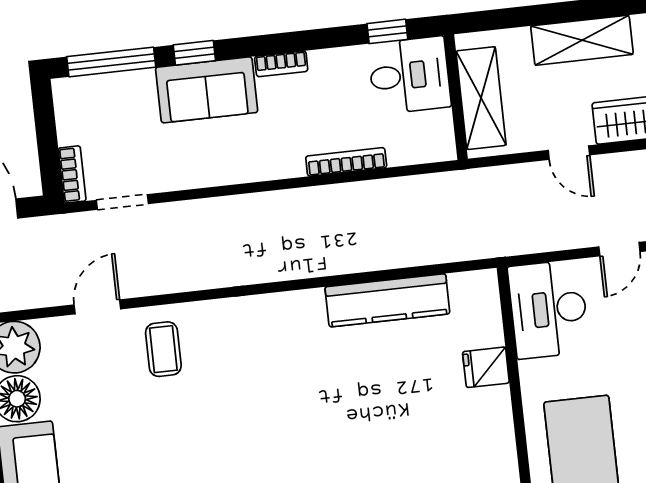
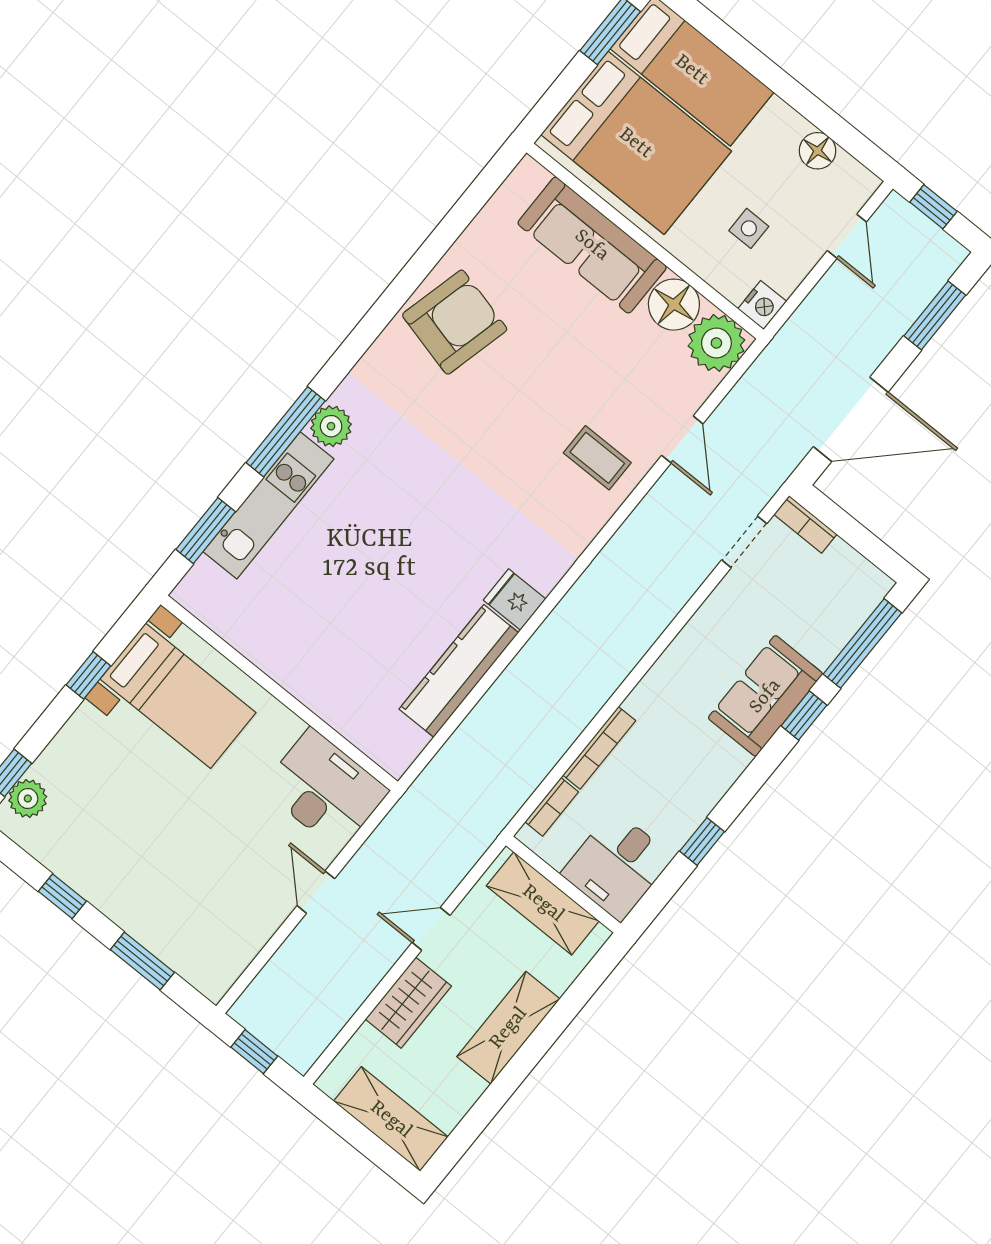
window: (387, 31) -> (702, 841), moved
bookcase: (281, 64) -> (552, 807), moved, turned 180
fridge: (486, 367) -> (515, 600), moved, turned -90

